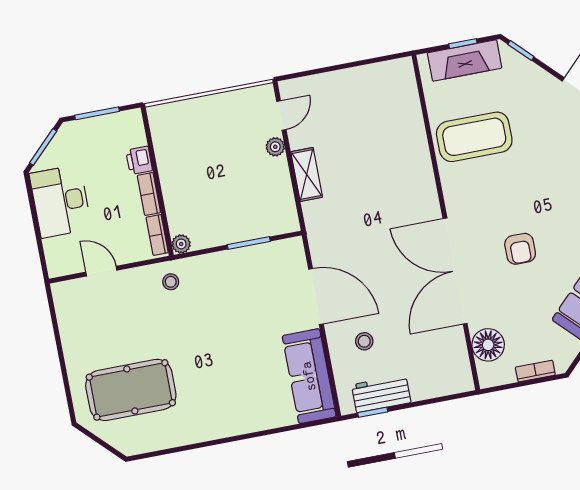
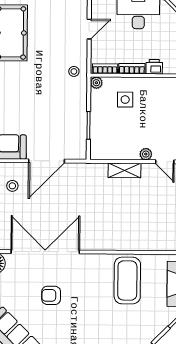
side table: (198, 195) -> (125, 100), added

